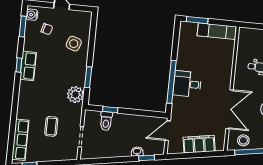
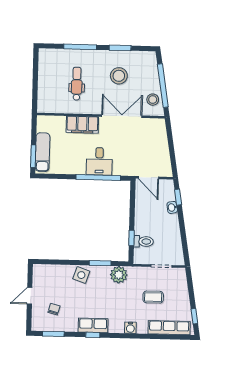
water cooler: (32, 15) -> (130, 328), moved
exam couch: (217, 31) -> (43, 152), moved
side table: (74, 44) -> (81, 275), moved
filing cabinet: (199, 144) -> (82, 125), moved, turned -81

